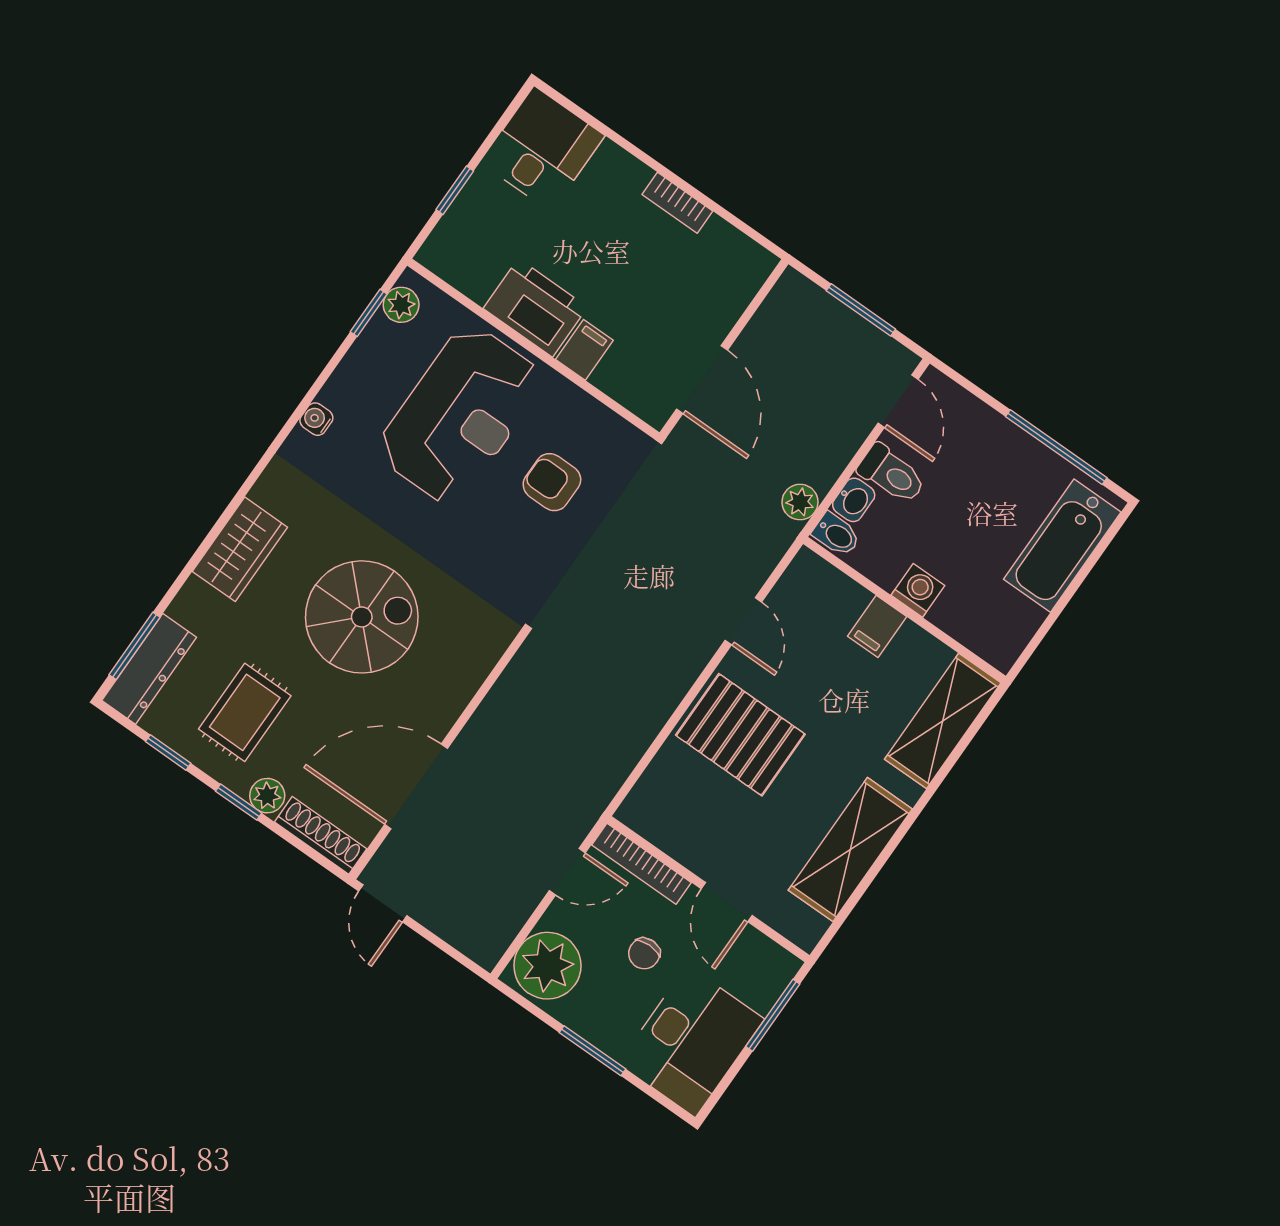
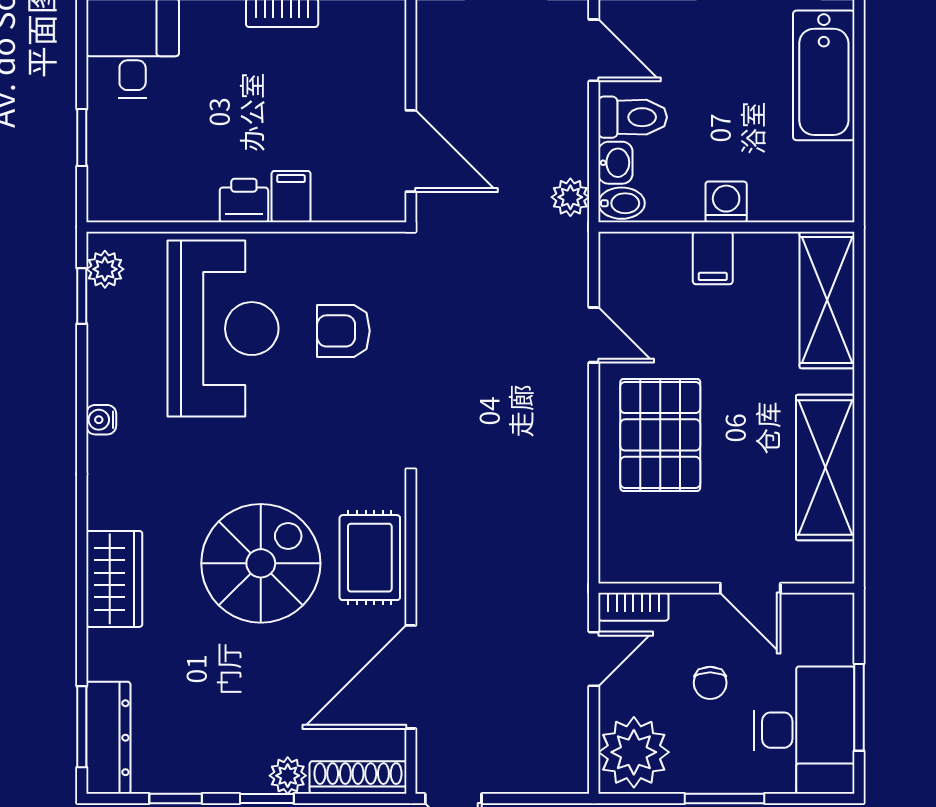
printer: (535, 308) -> (244, 201), width x0.53, depth x0.68
rug: (245, 712) -> (370, 558), moved
pallet: (740, 735) -> (660, 435), turned 90
bookcase: (641, 864) -> (633, 607), width x0.64
window: (773, 1015) -> (859, 707), moved

